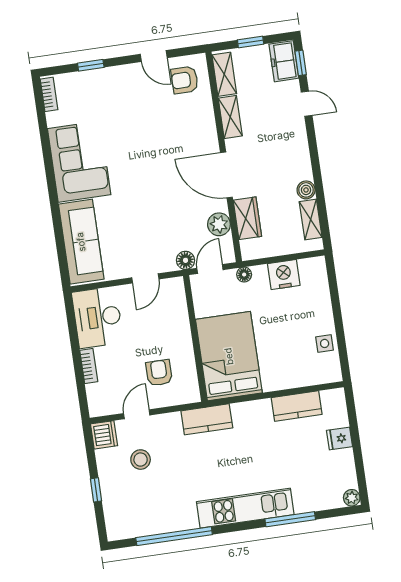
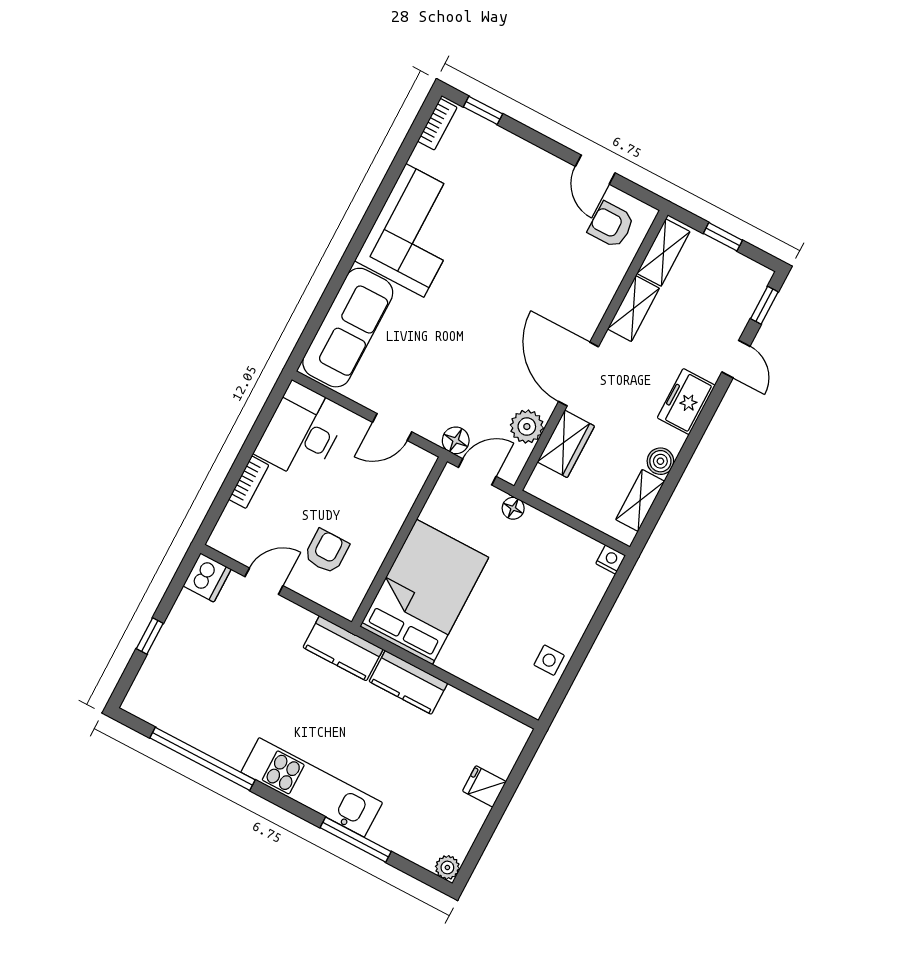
freezer: (284, 61) -> (686, 402), moved
window: (91, 65) -> (483, 110), moved
nightstand: (284, 275) -> (611, 559), moved, width x0.53, depth x0.56
kitchen counter: (297, 406) -> (408, 682), moved
stool: (141, 460) -> (229, 639), removed

